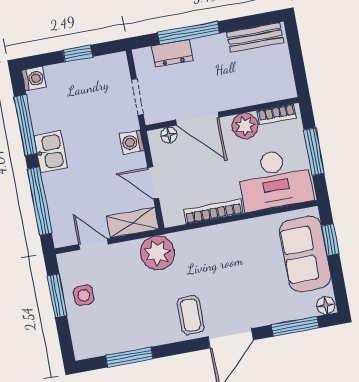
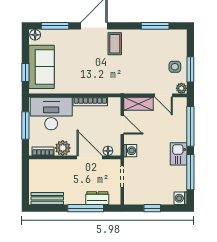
plant: (157, 253) -> (181, 88), moved, width x0.53, depth x0.53

